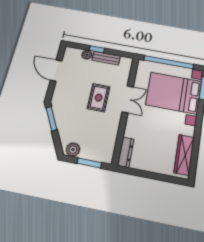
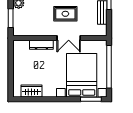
dresser: (126, 152) -> (41, 45), moved
wardrobe: (184, 155) -> (32, 91), width x0.67

